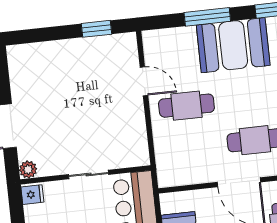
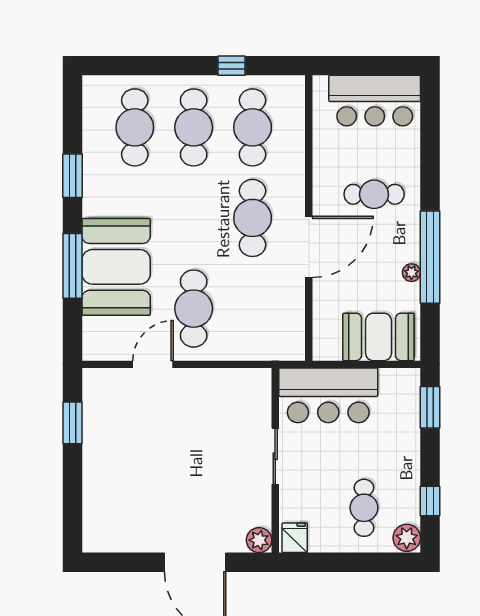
booth: (233, 45) -> (116, 267), moved

